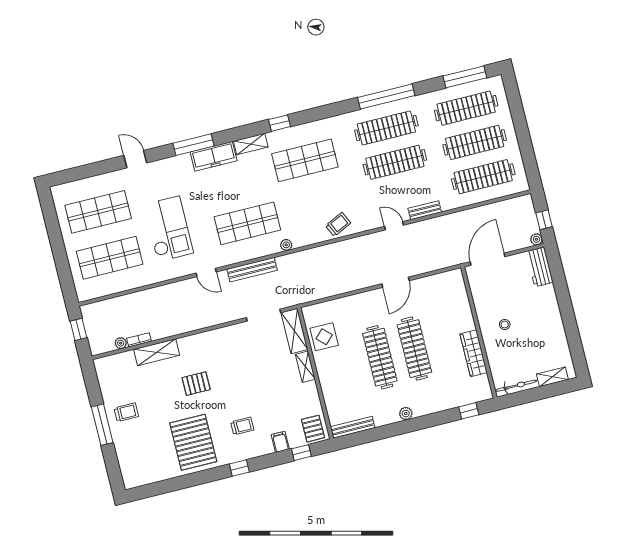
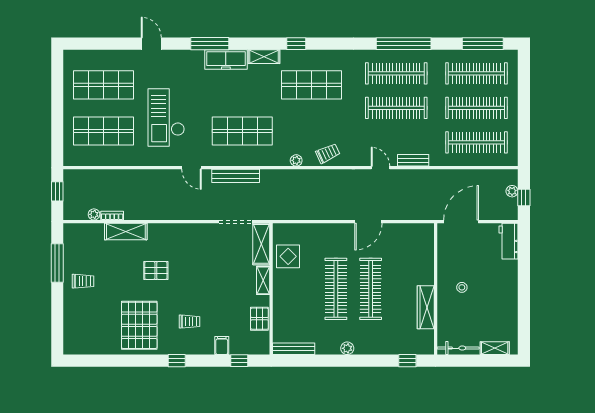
checkout: (169, 229) -> (166, 117), turned 180
plant: (536, 239) -> (512, 191), moved
plant: (286, 245) -> (296, 160), moved
window: (102, 425) -> (57, 263), moved
pallet: (313, 429) -> (259, 319), moved

